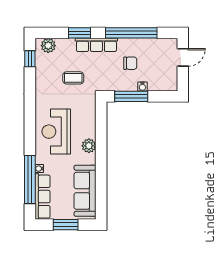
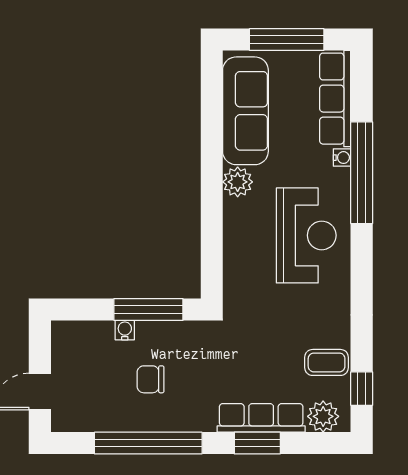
row of seats: (96, 45) -> (261, 418), moved
coffee table: (73, 78) -> (327, 362), moved
plant: (89, 146) -> (238, 182), moved
window: (30, 179) -> (362, 173), moved
window: (66, 225) -> (287, 40), width x1.44

